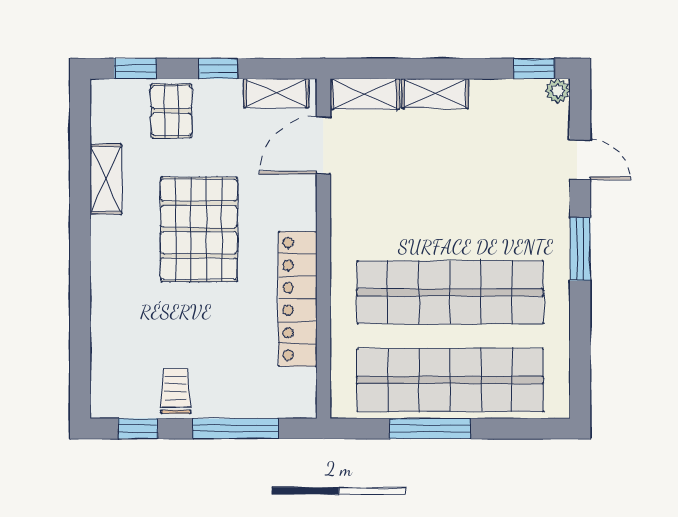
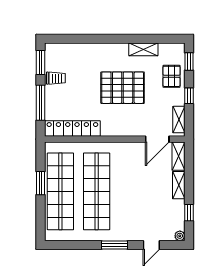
window: (534, 69) -> (189, 213), moved
pallet: (171, 111) -> (172, 76), turned 90
door: (323, 145) -> (157, 139), swing flipped
locker: (298, 299) -> (72, 128), moved
window: (138, 429) -> (40, 63), width x1.50
window: (430, 429) -> (40, 183), width x0.69

